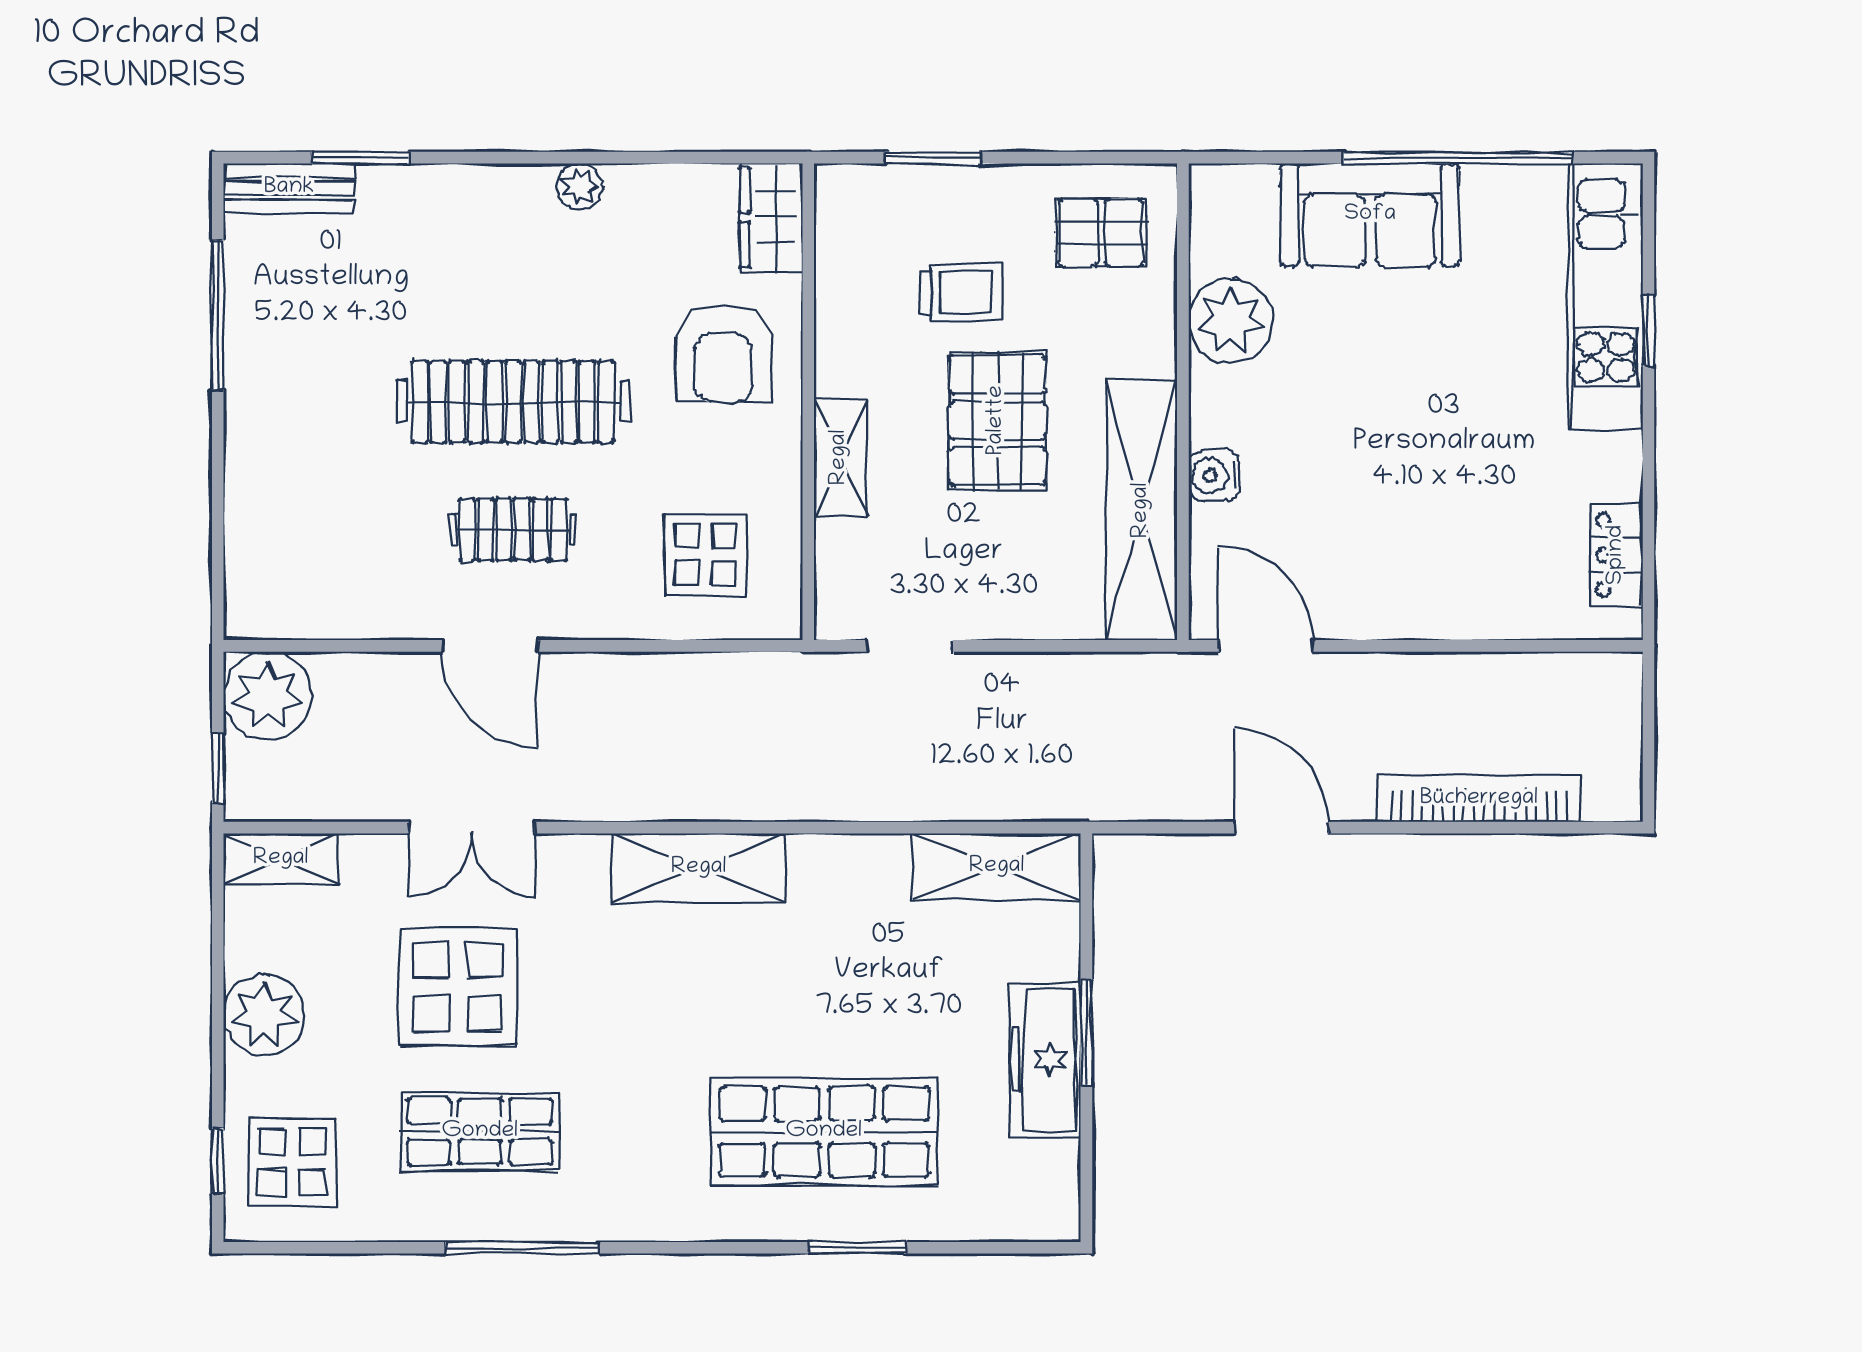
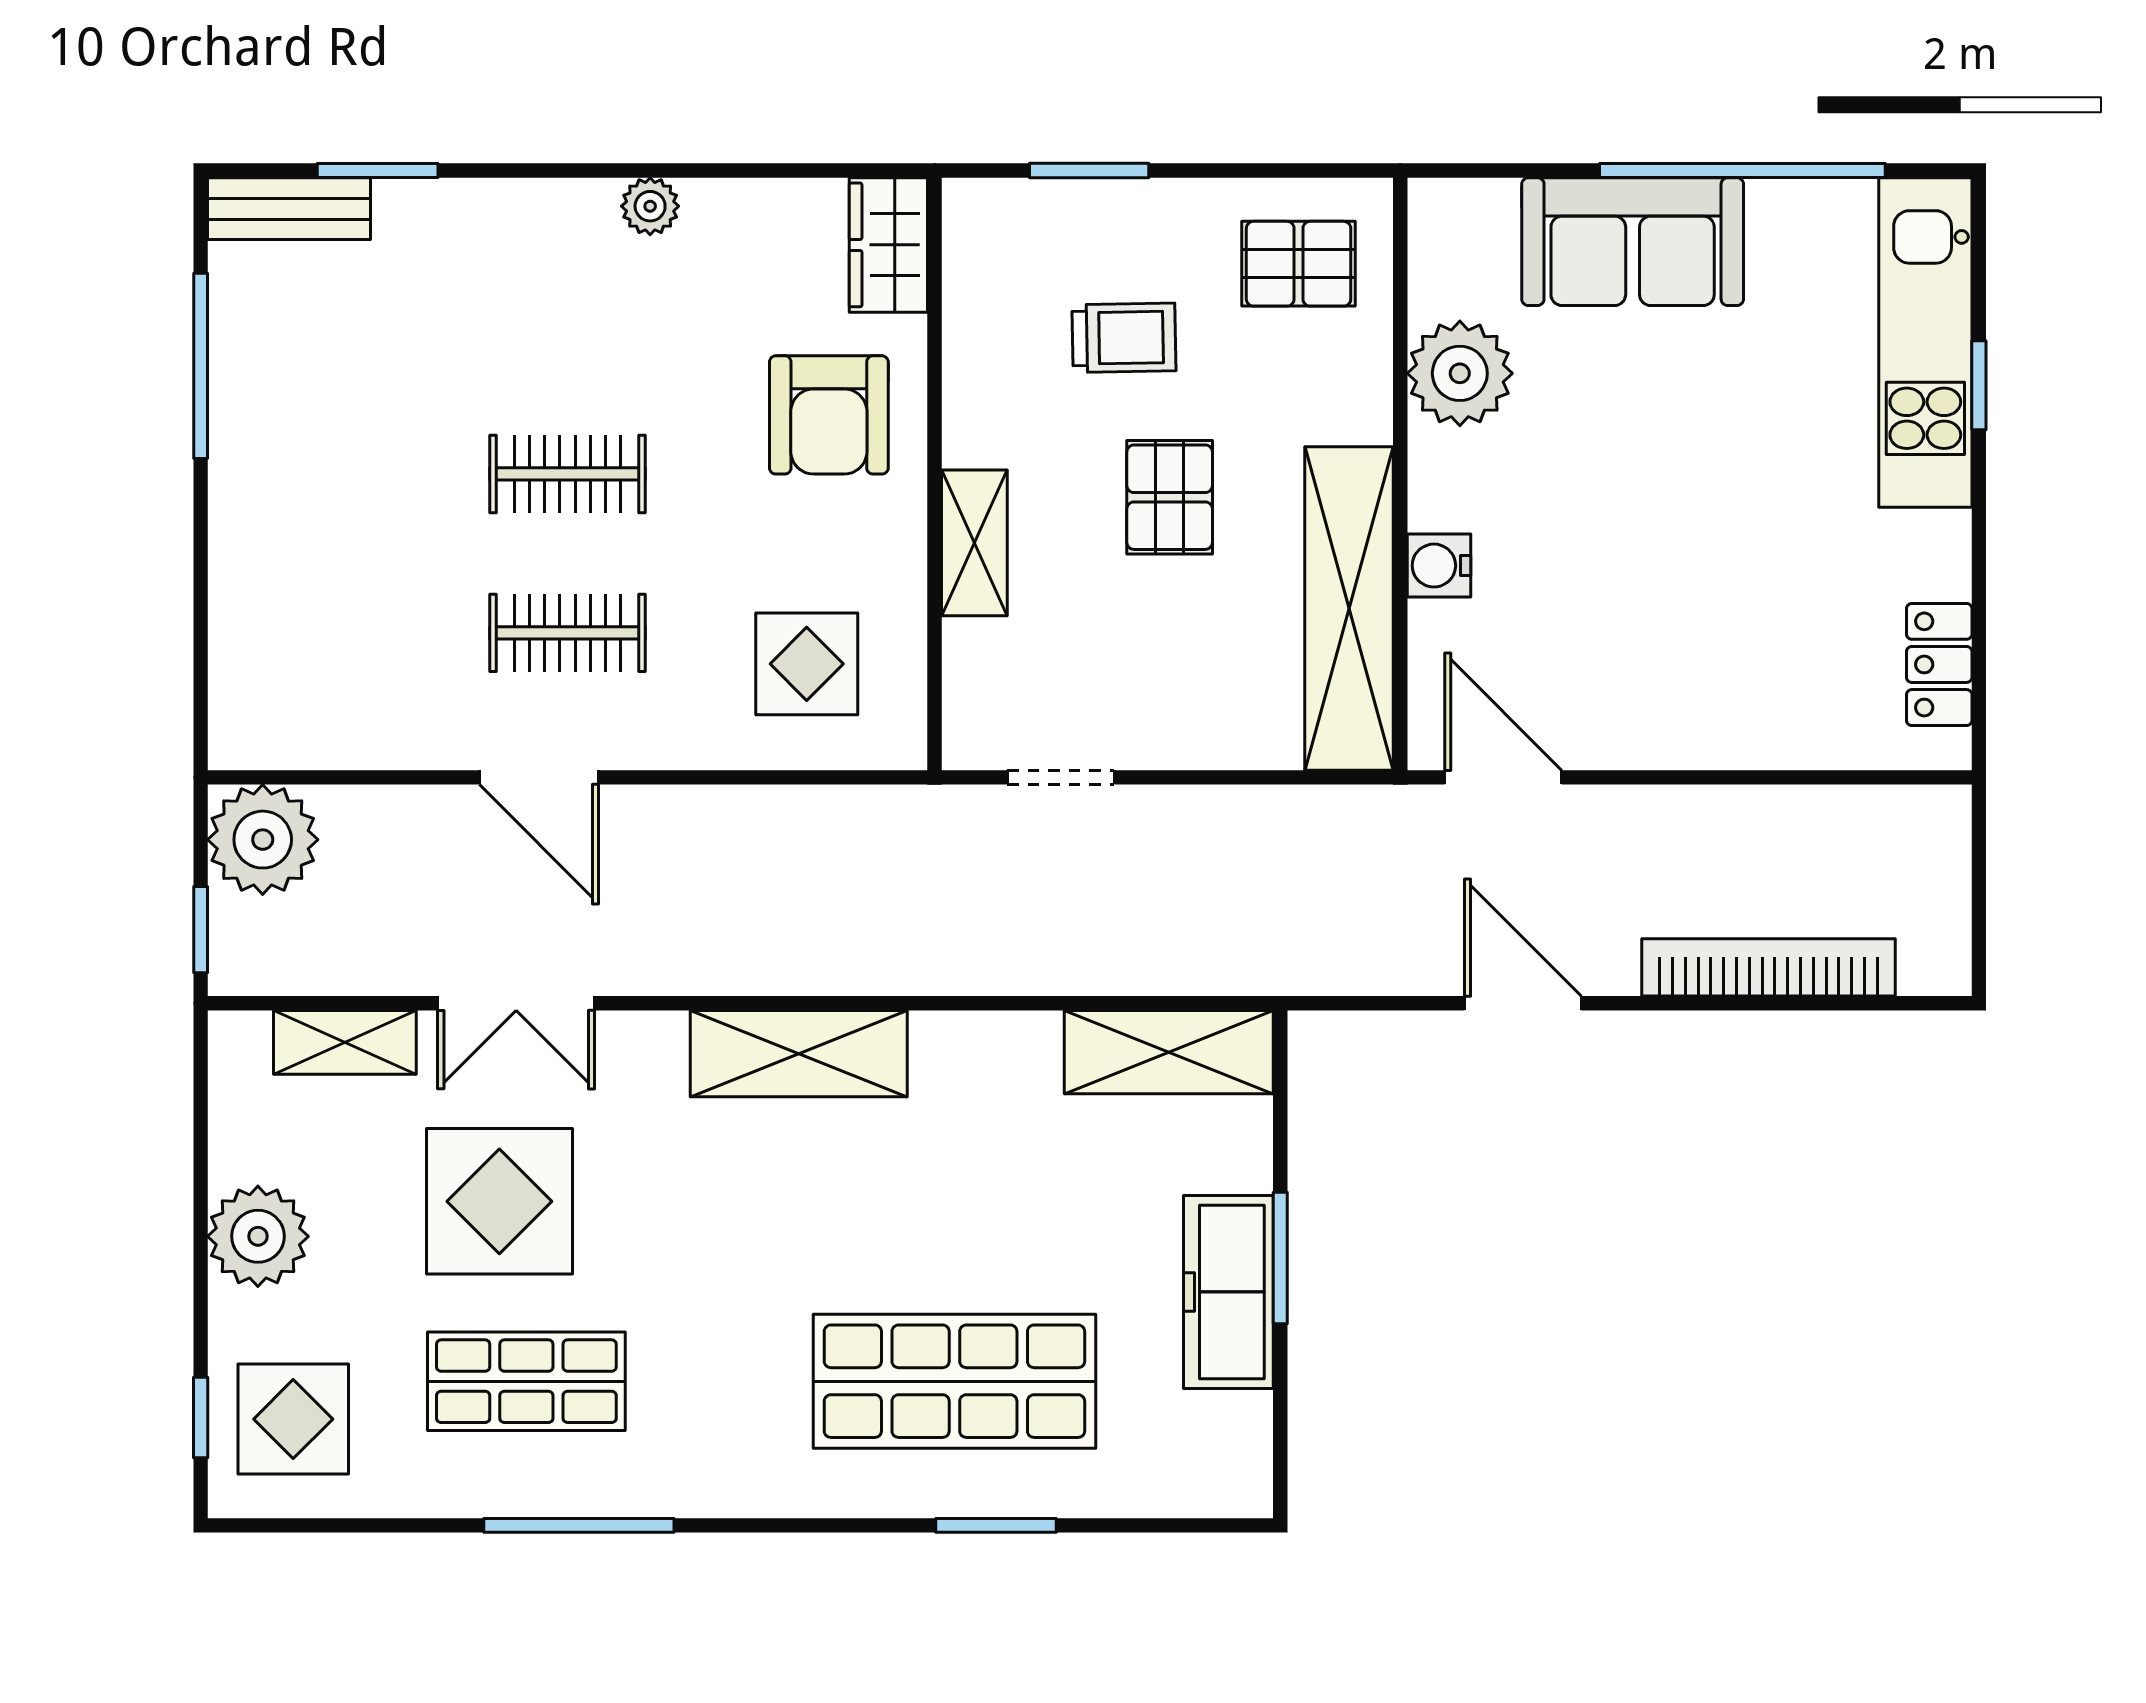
clothes rail: (513, 402) -> (568, 474), width x0.54, depth x0.76
pallet: (997, 420) -> (1170, 497), width x0.67, depth x0.71
shelving: (281, 859) -> (345, 1042), moved

